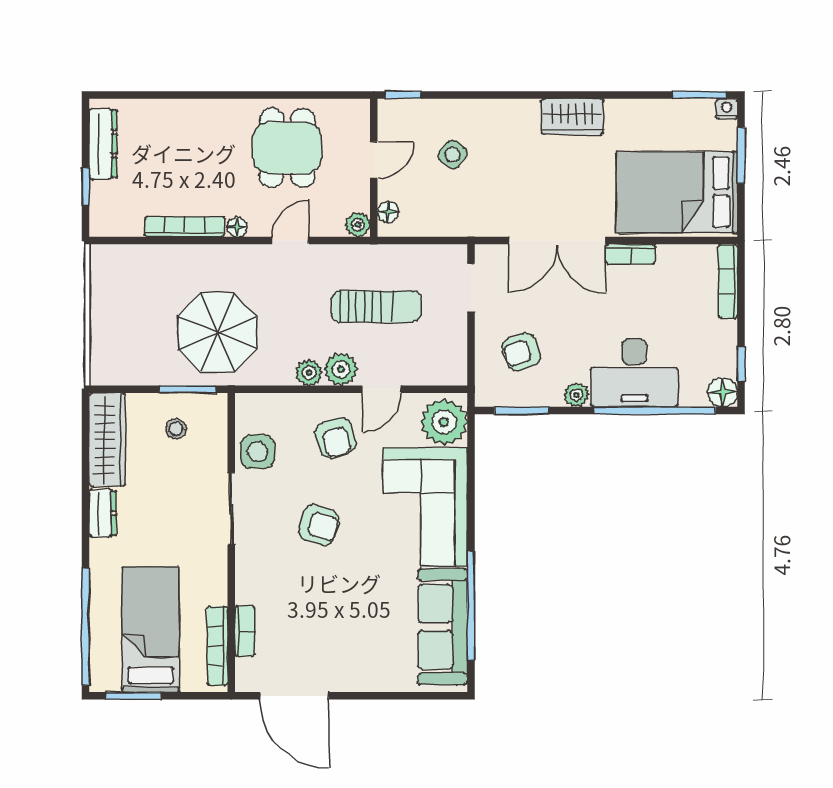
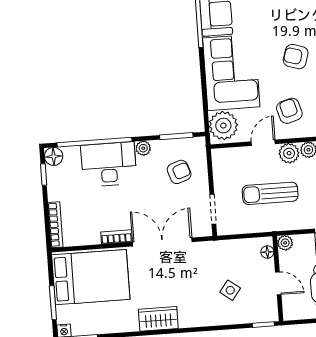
door: (374, 160) -> (278, 283), swing flipped

